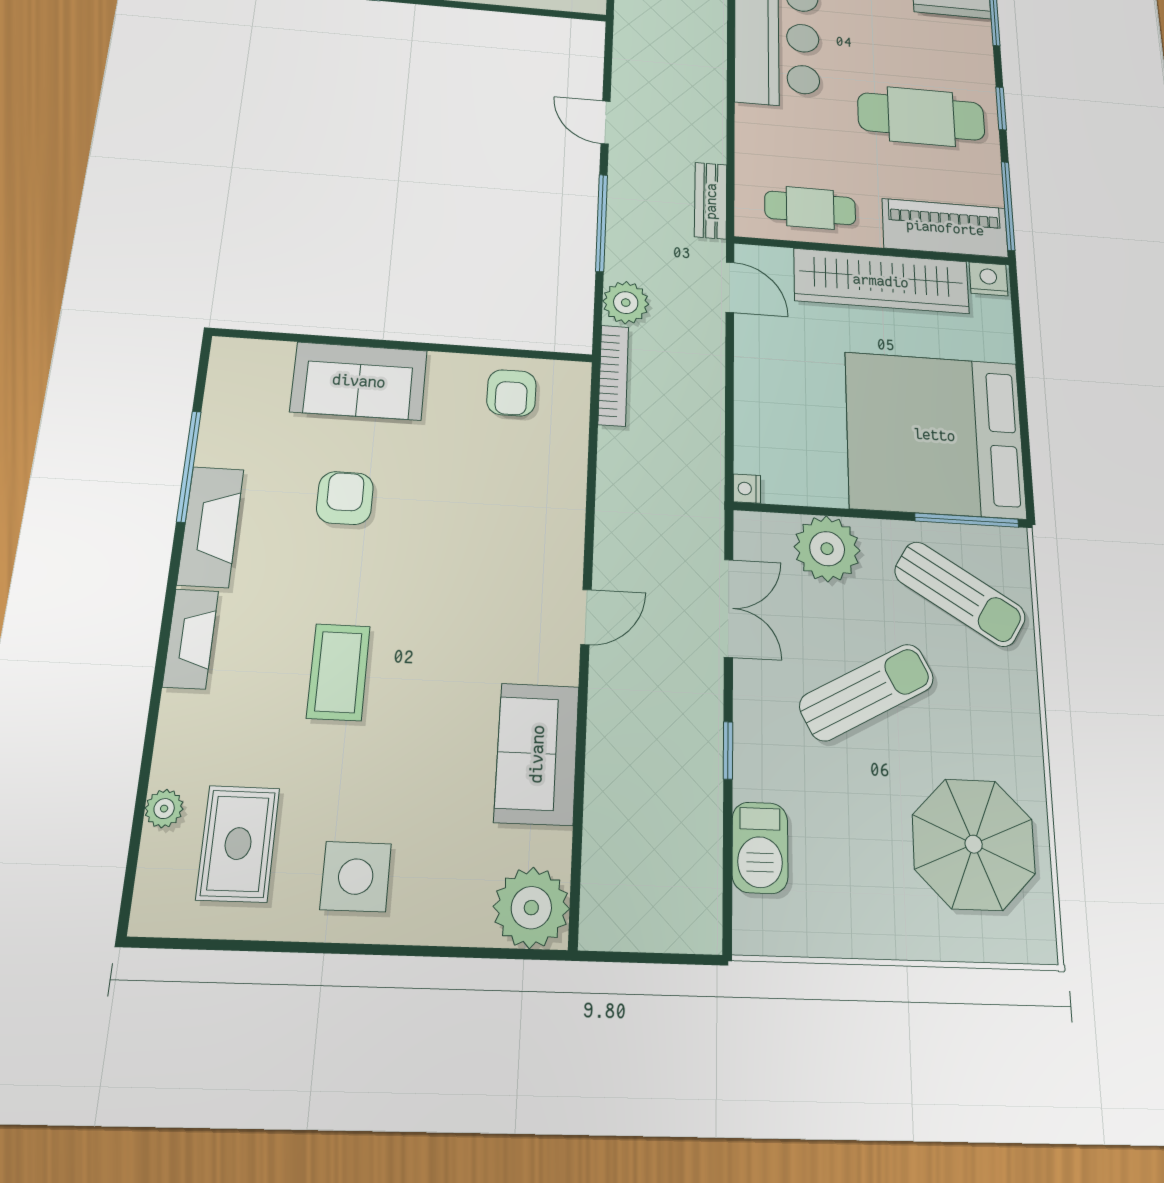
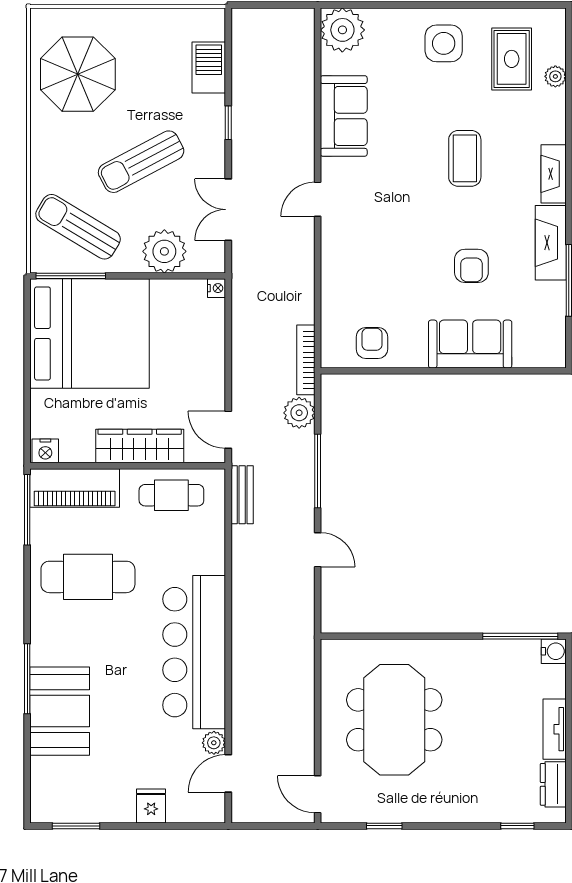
window: (1001, 108) -> (27, 590), removed
wardrobe: (881, 281) -> (140, 446), width x0.71, depth x0.85

